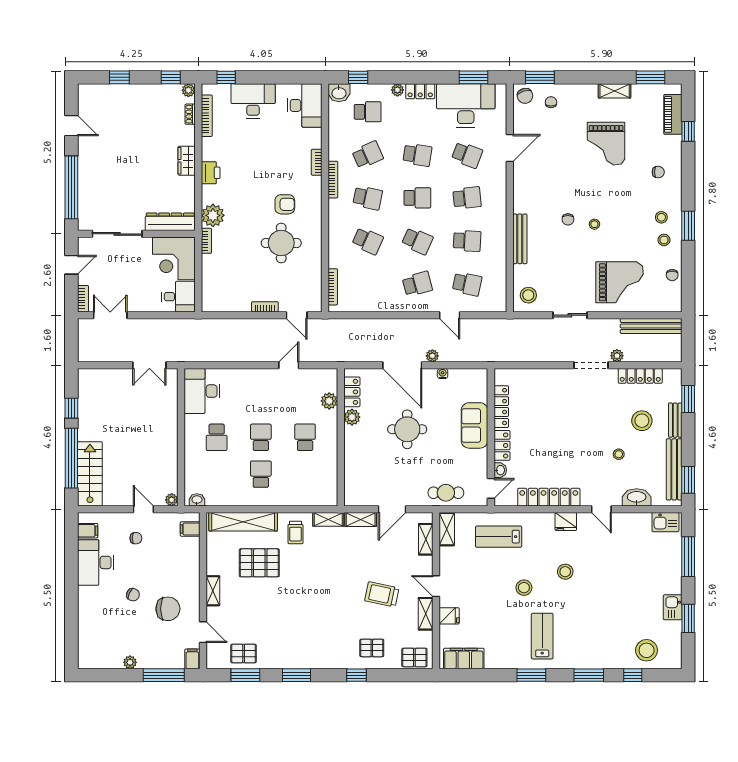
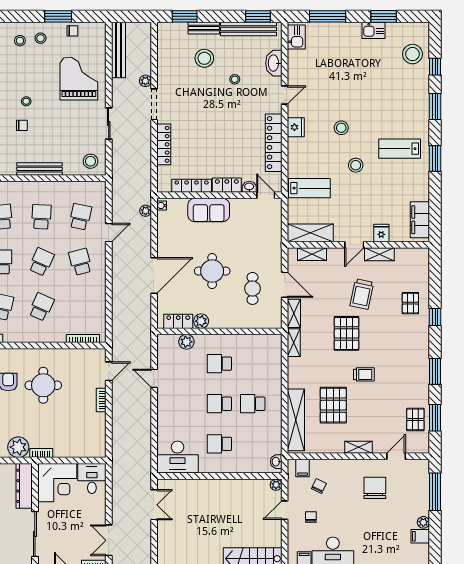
window: (688, 226) -> (58, 16), moved
plant: (432, 356) -> (146, 211), moved
water cooler: (443, 374) -> (162, 206), moved
locker: (640, 376) -> (164, 144), moved
school desk: (217, 437) -> (219, 444), turned 180
cafe table: (446, 493) -> (252, 288), moved
shelving: (447, 529) -> (310, 233), width x1.50, depth x1.33
trolley: (296, 532) -> (364, 374), moved
lab bench: (499, 537) -> (309, 188), turned -90
chair: (133, 595) -> (319, 486), moved
pallet: (414, 657) -> (346, 333), moved, width x1.50, depth x1.42
filing cabinet: (192, 659) -> (420, 536), moved

